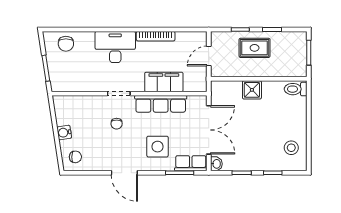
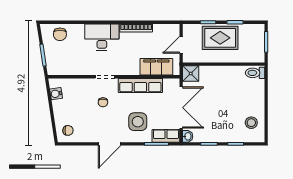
rug: (255, 48) -> (220, 38), width x1.36, depth x1.43
filing cabinet: (164, 82) -> (156, 67), moved
shower: (252, 90) -> (191, 74), moved
water cooler: (64, 133) -> (56, 94), moved
door: (124, 173) -> (110, 144), hinge flipped

